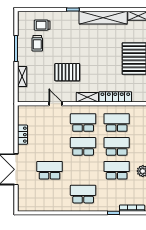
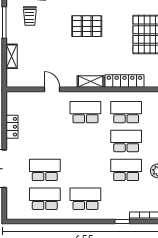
pallet: (67, 72) -> (87, 26), moved
school desk: (83, 146) -> (45, 199), moved

